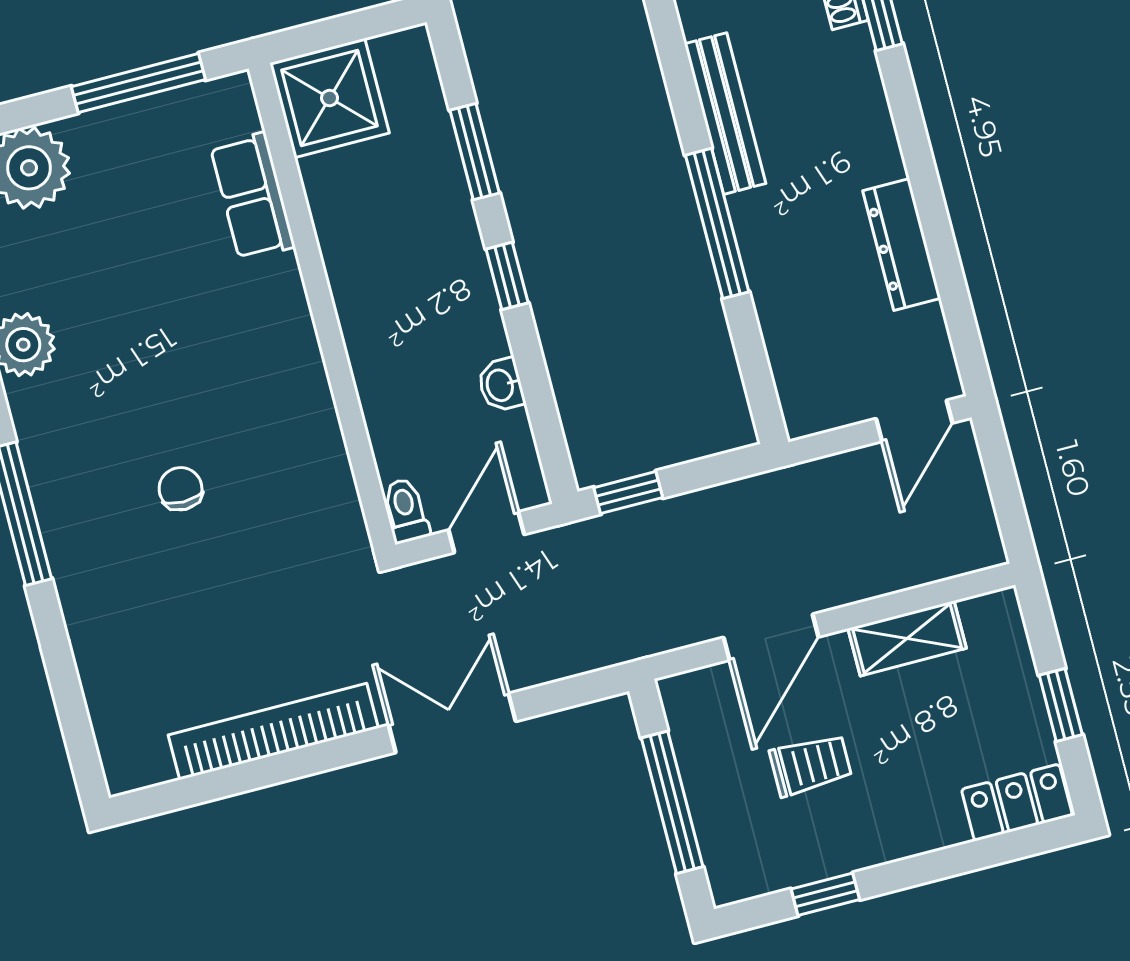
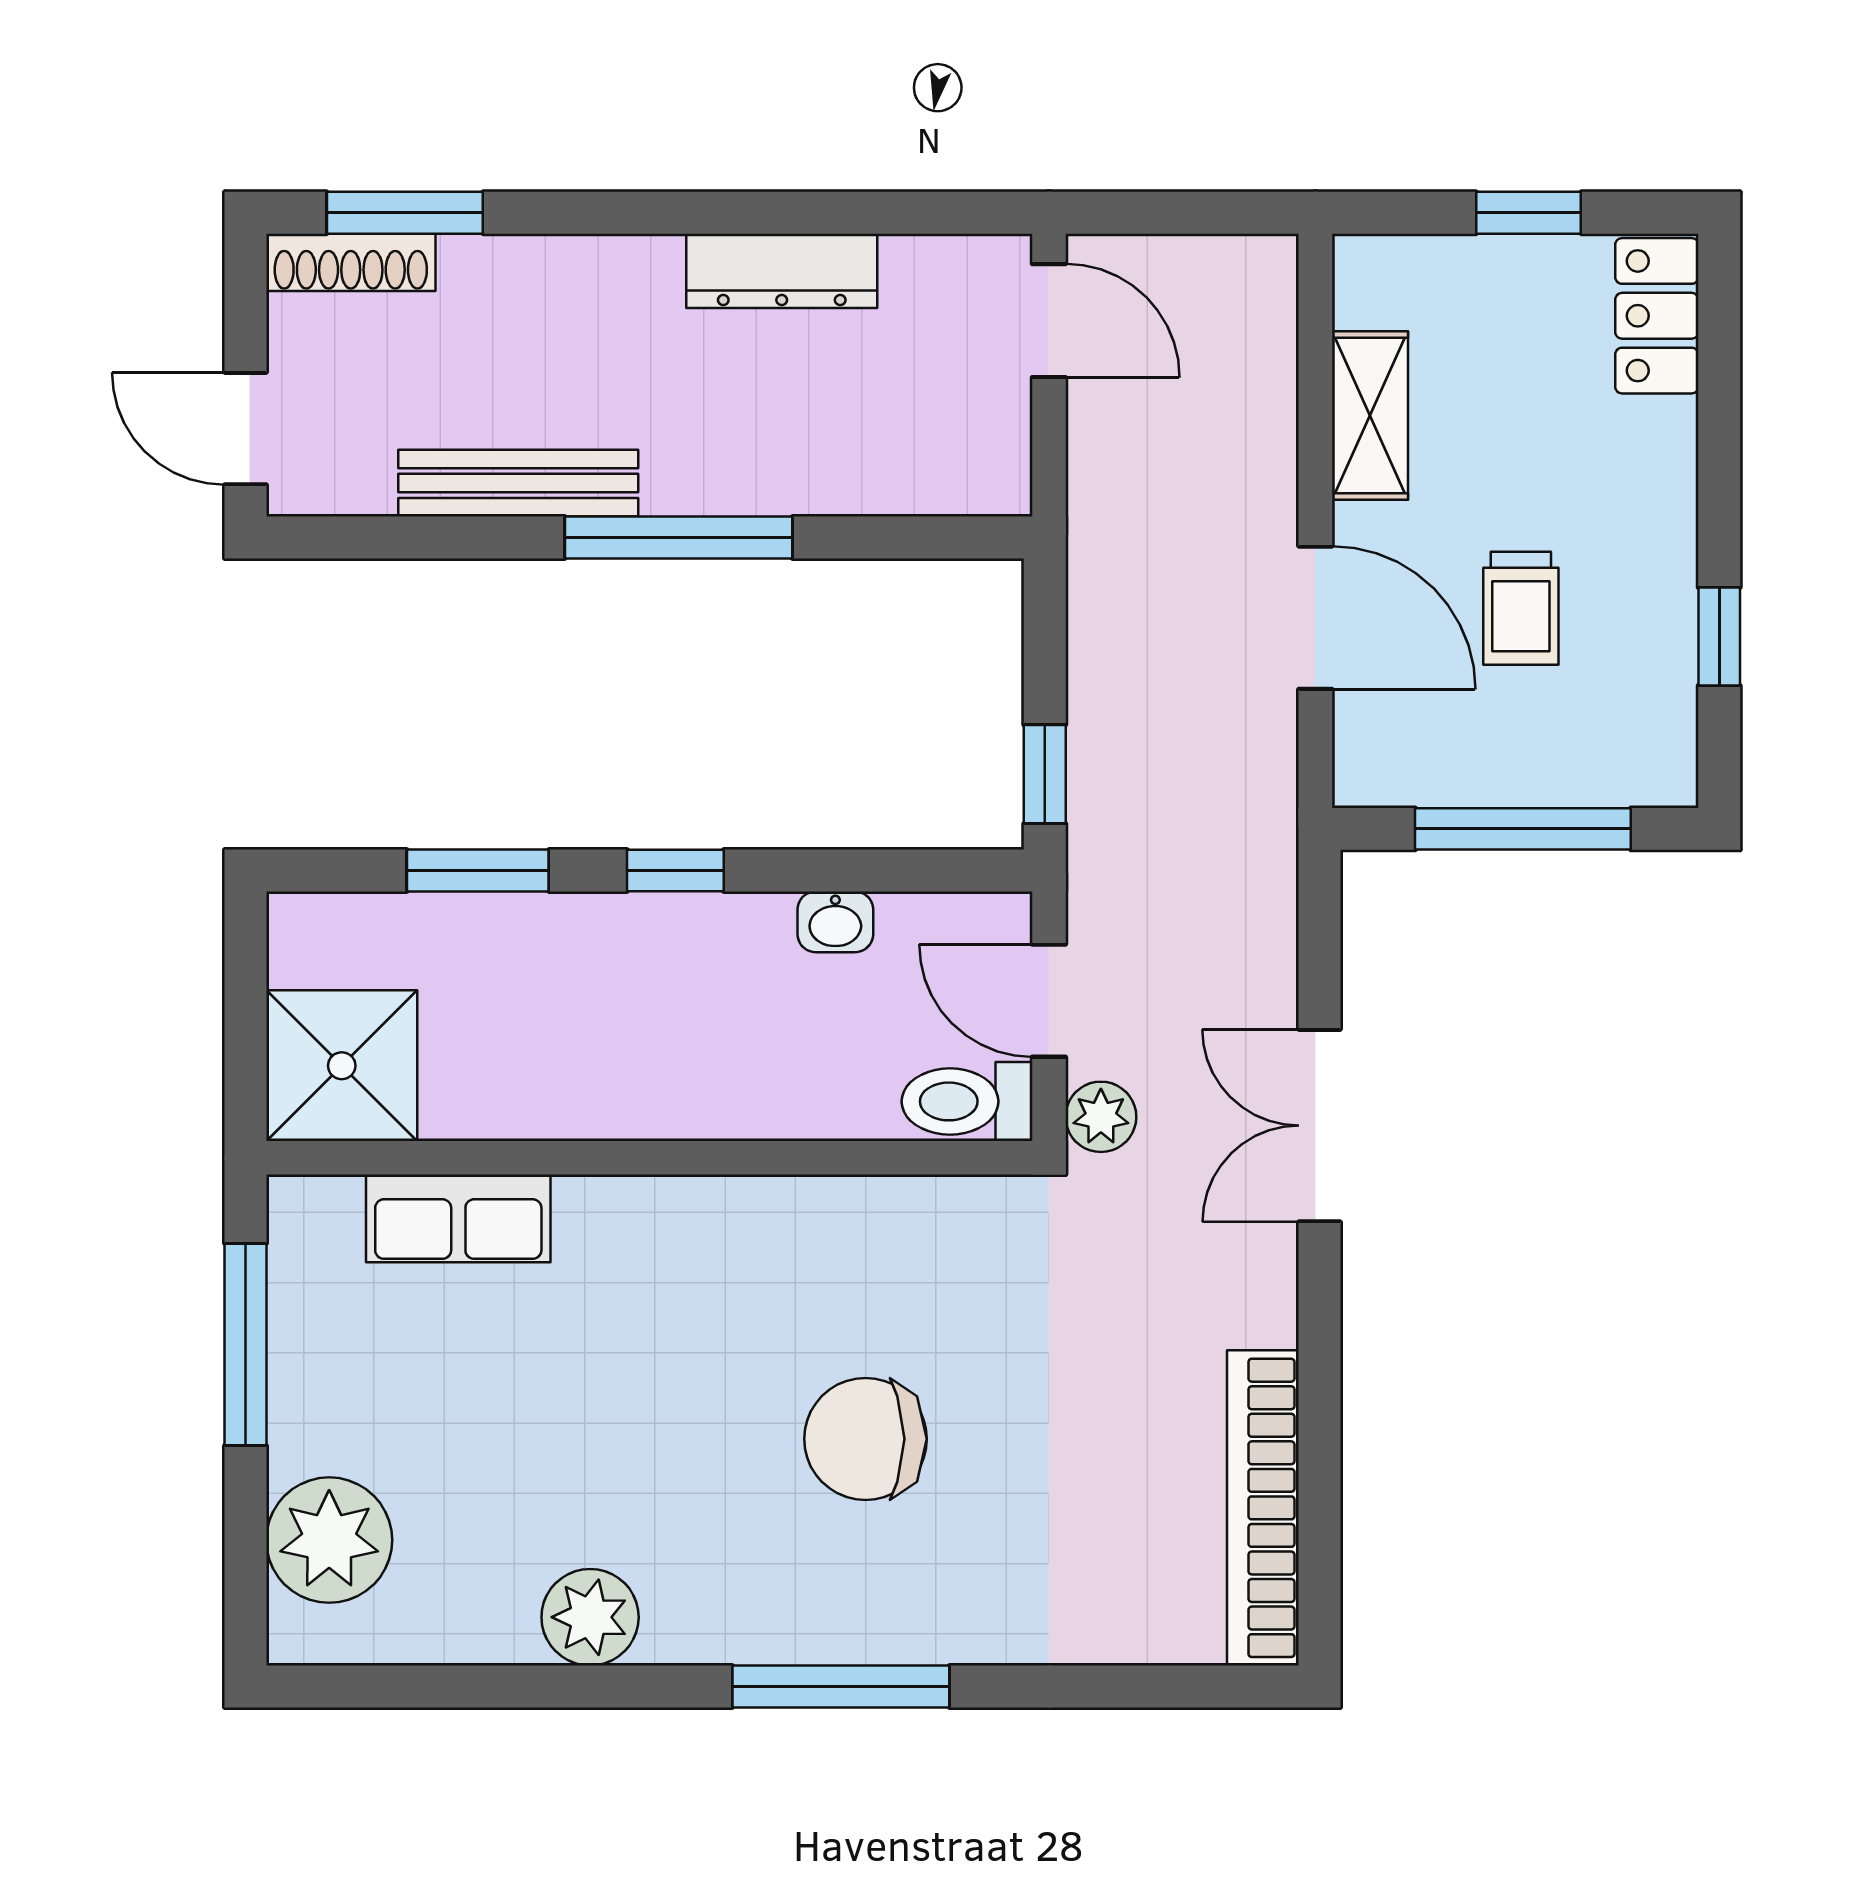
chair: (181, 489) -> (866, 1439), width x1.87, depth x1.87
toilet: (406, 510) -> (967, 1101), width x1.37, depth x1.39
plant: (422, 584) -> (1101, 1117), added
bookcase: (273, 732) -> (1263, 1508), moved
trolley: (811, 765) -> (1521, 608), turned 180

